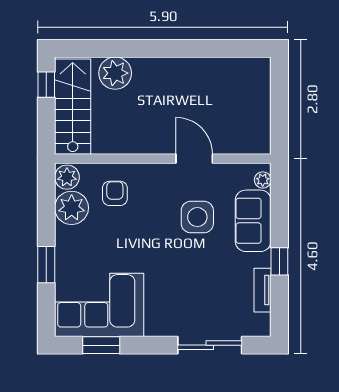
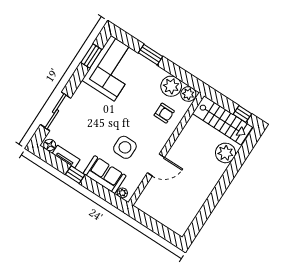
floor lamp: (261, 323) -> (50, 145), added

